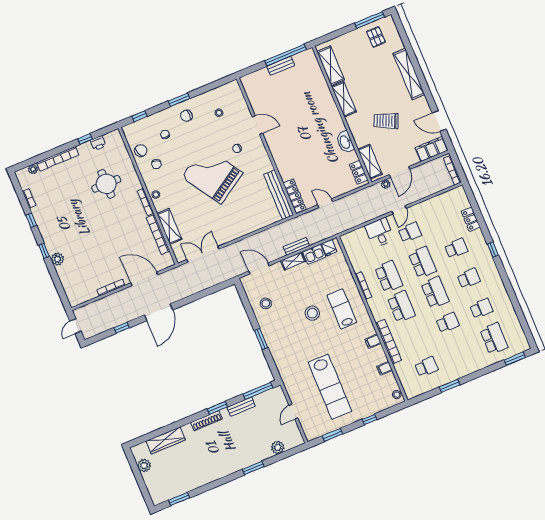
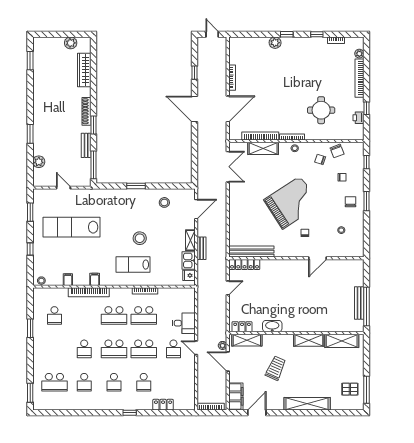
bench: (281, 66) -> (359, 303), width x1.36
lab bench: (342, 309) -> (133, 265), turned 180

